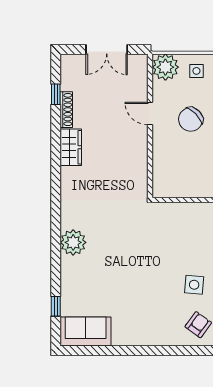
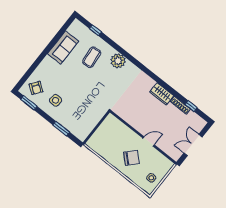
plant: (165, 67) -> (164, 165), removed
chair: (191, 119) -> (131, 158), turned 87
coffee table: (97, 282) -> (92, 57), added
sofa: (86, 332) -> (63, 47), moved

